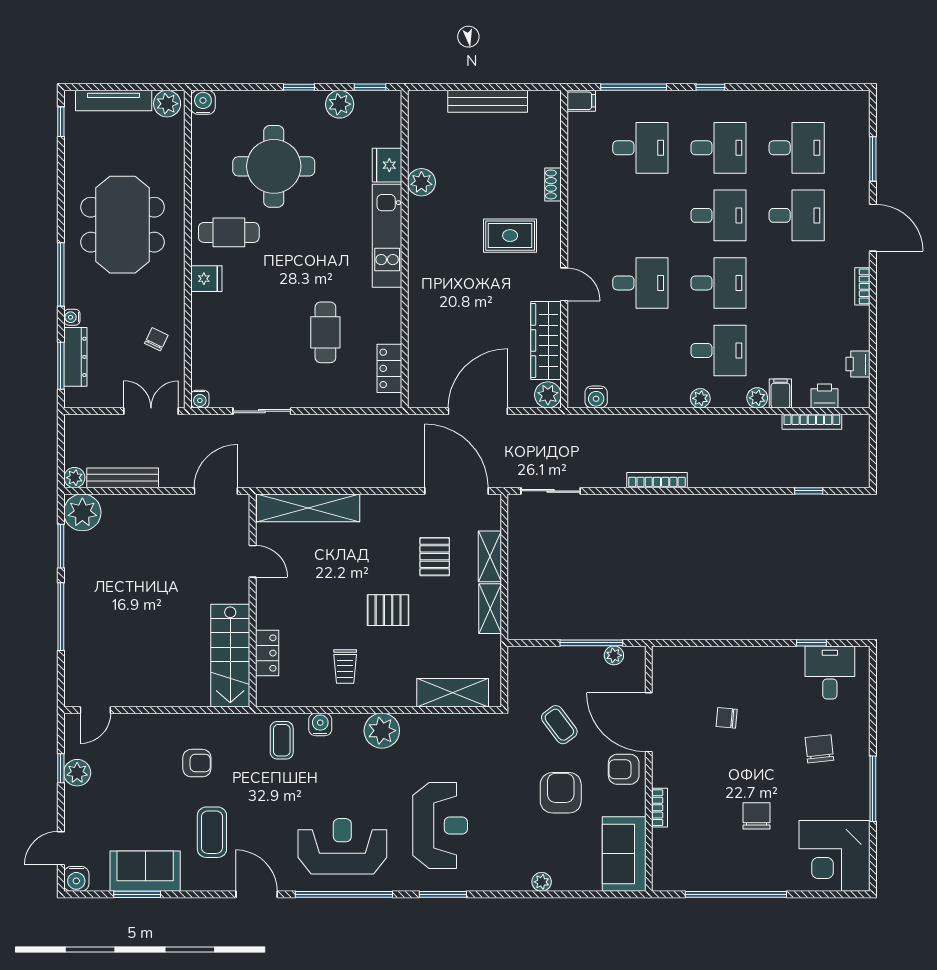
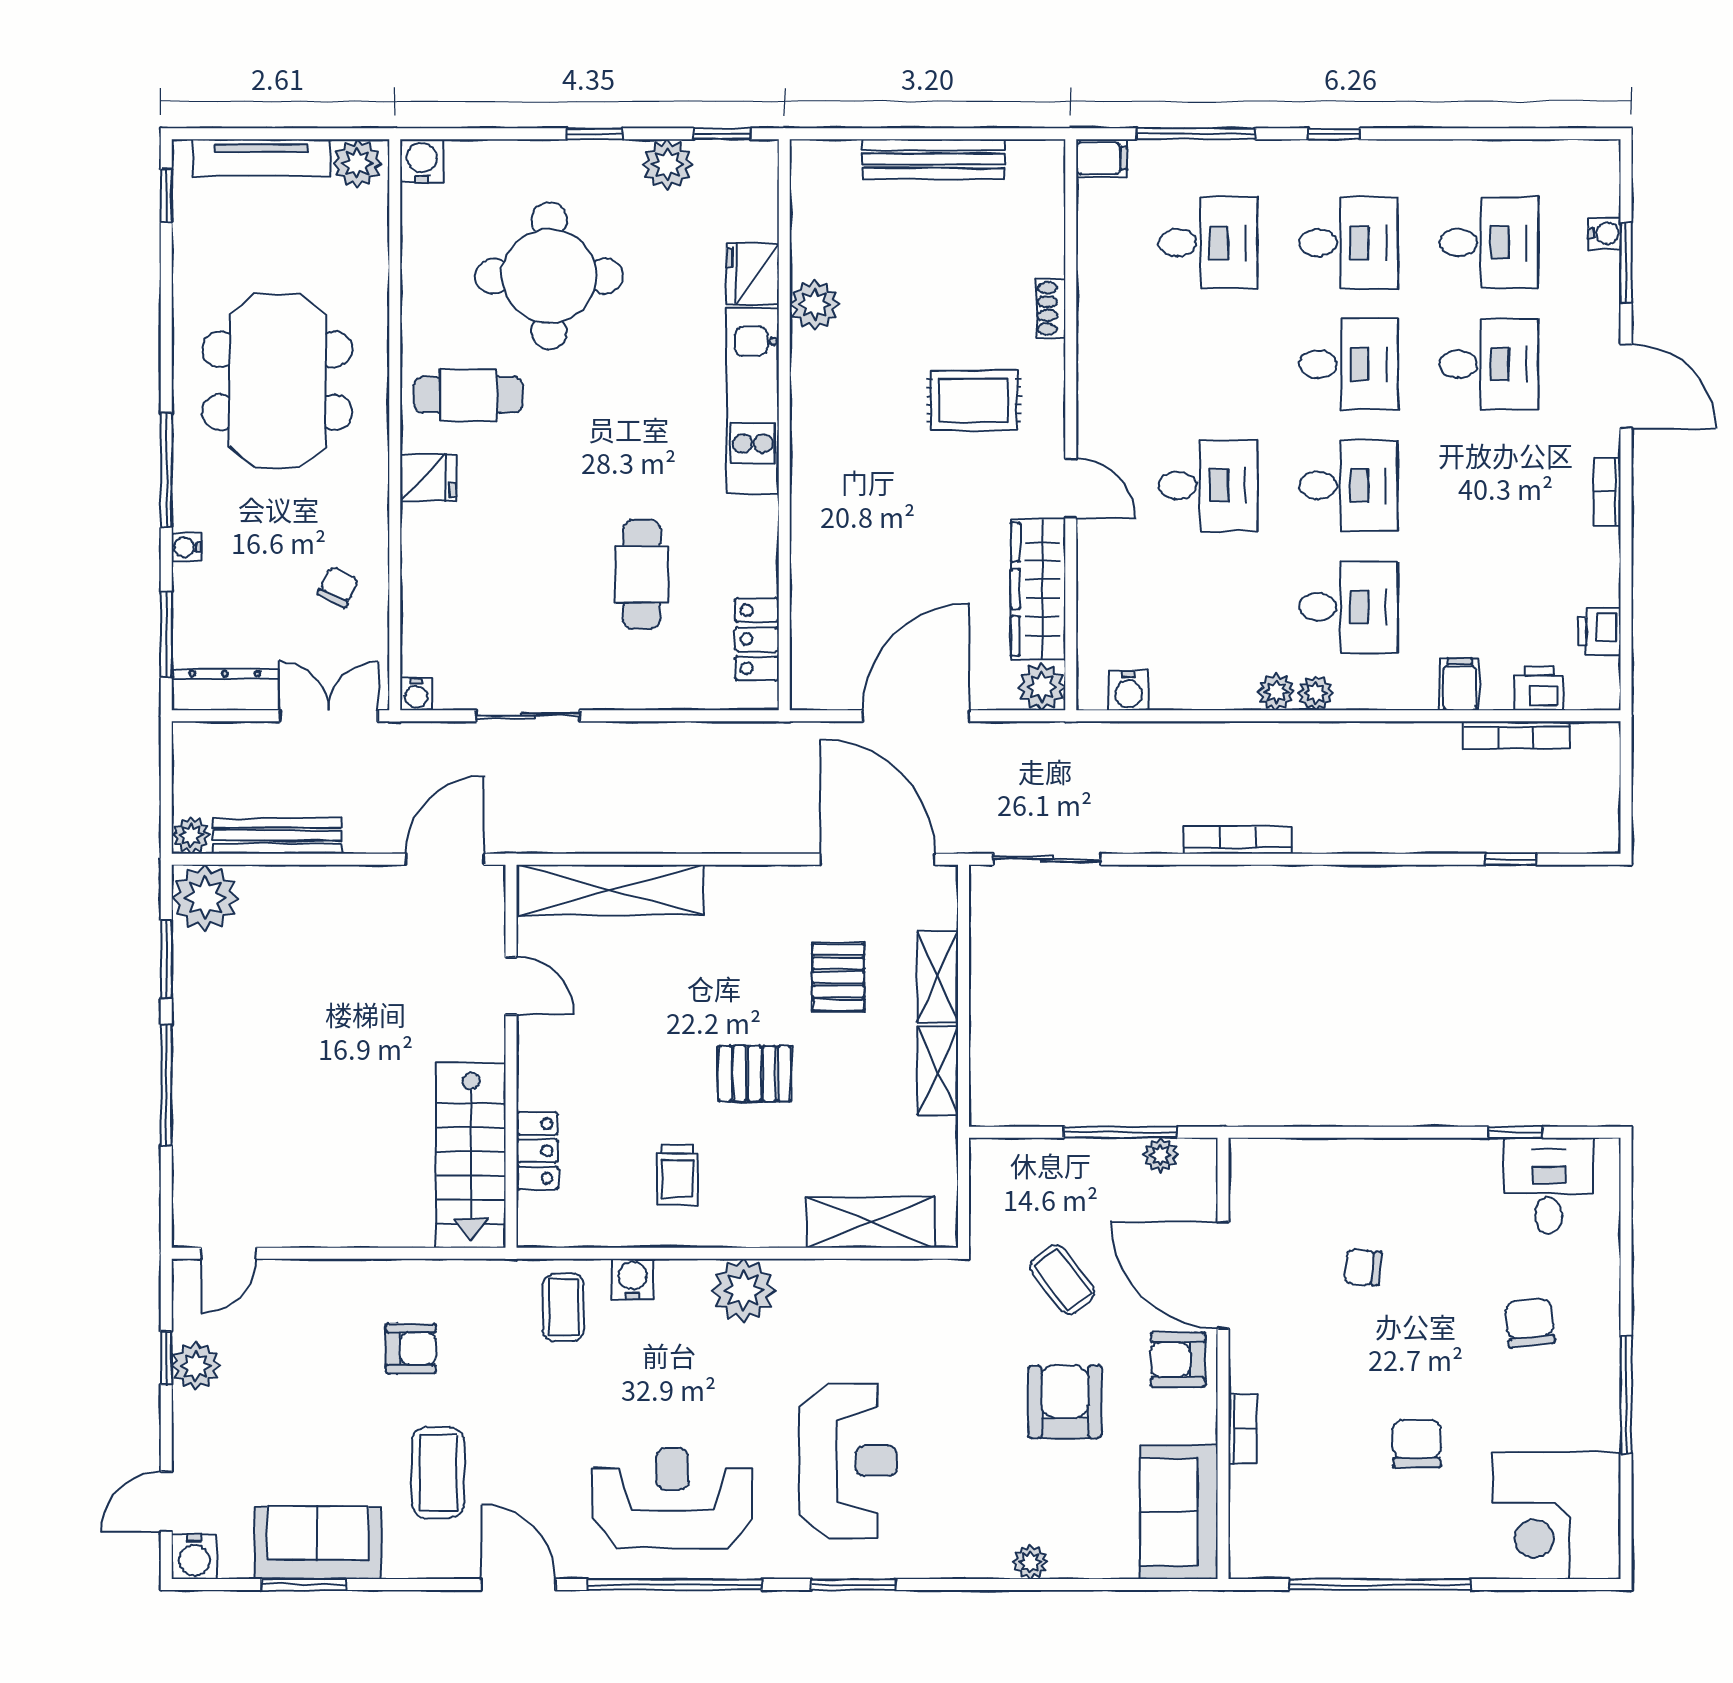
water cooler: (861, 143) -> (1605, 233), added
dresser: (75, 357) -> (225, 690), moved, turned -90
plant: (757, 398) -> (1276, 692), moved

